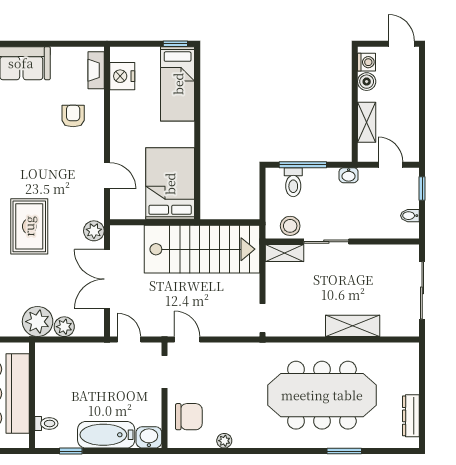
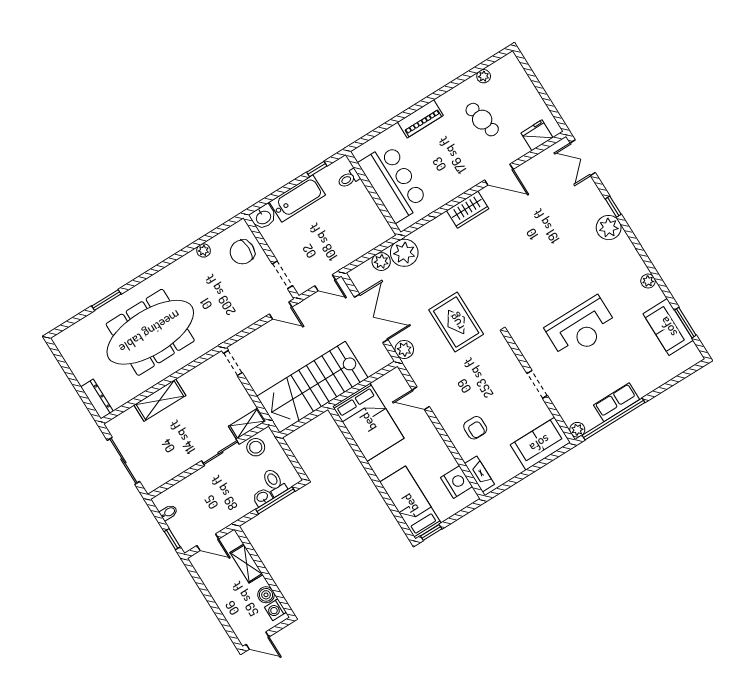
washbasin: (349, 175) -> (262, 497), moved
dresser: (411, 416) -> (97, 399), moved

